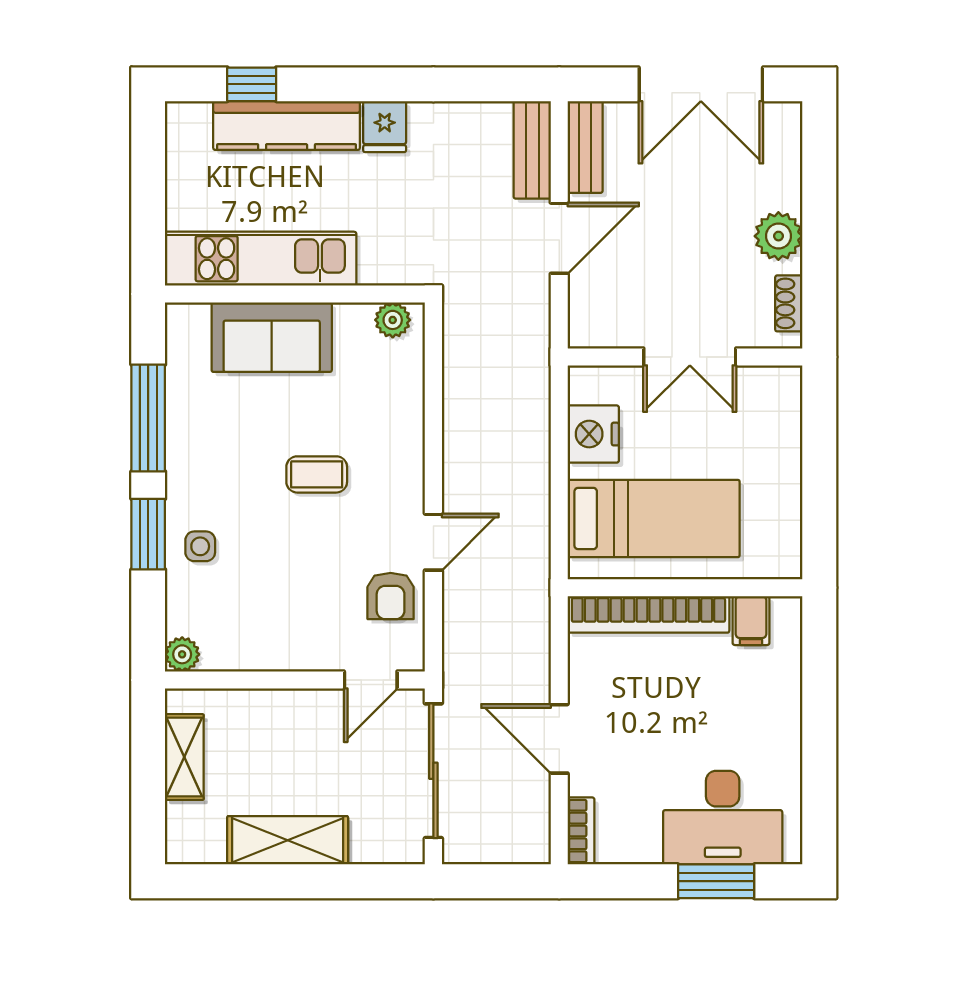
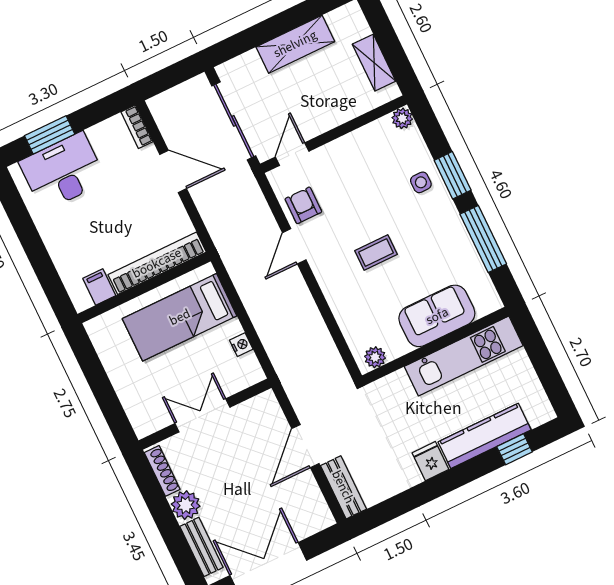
bench: (585, 147) -> (201, 547), moved
shoe rack: (789, 303) -> (162, 471), width x1.43
nightstand: (593, 434) -> (241, 345), width x0.53, depth x0.56

